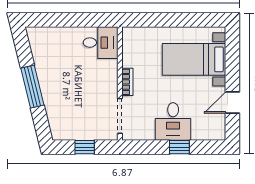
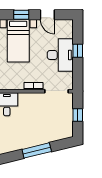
window: (232, 64) -> (21, 15), added
desk: (173, 121) -> (60, 55), width x1.37

